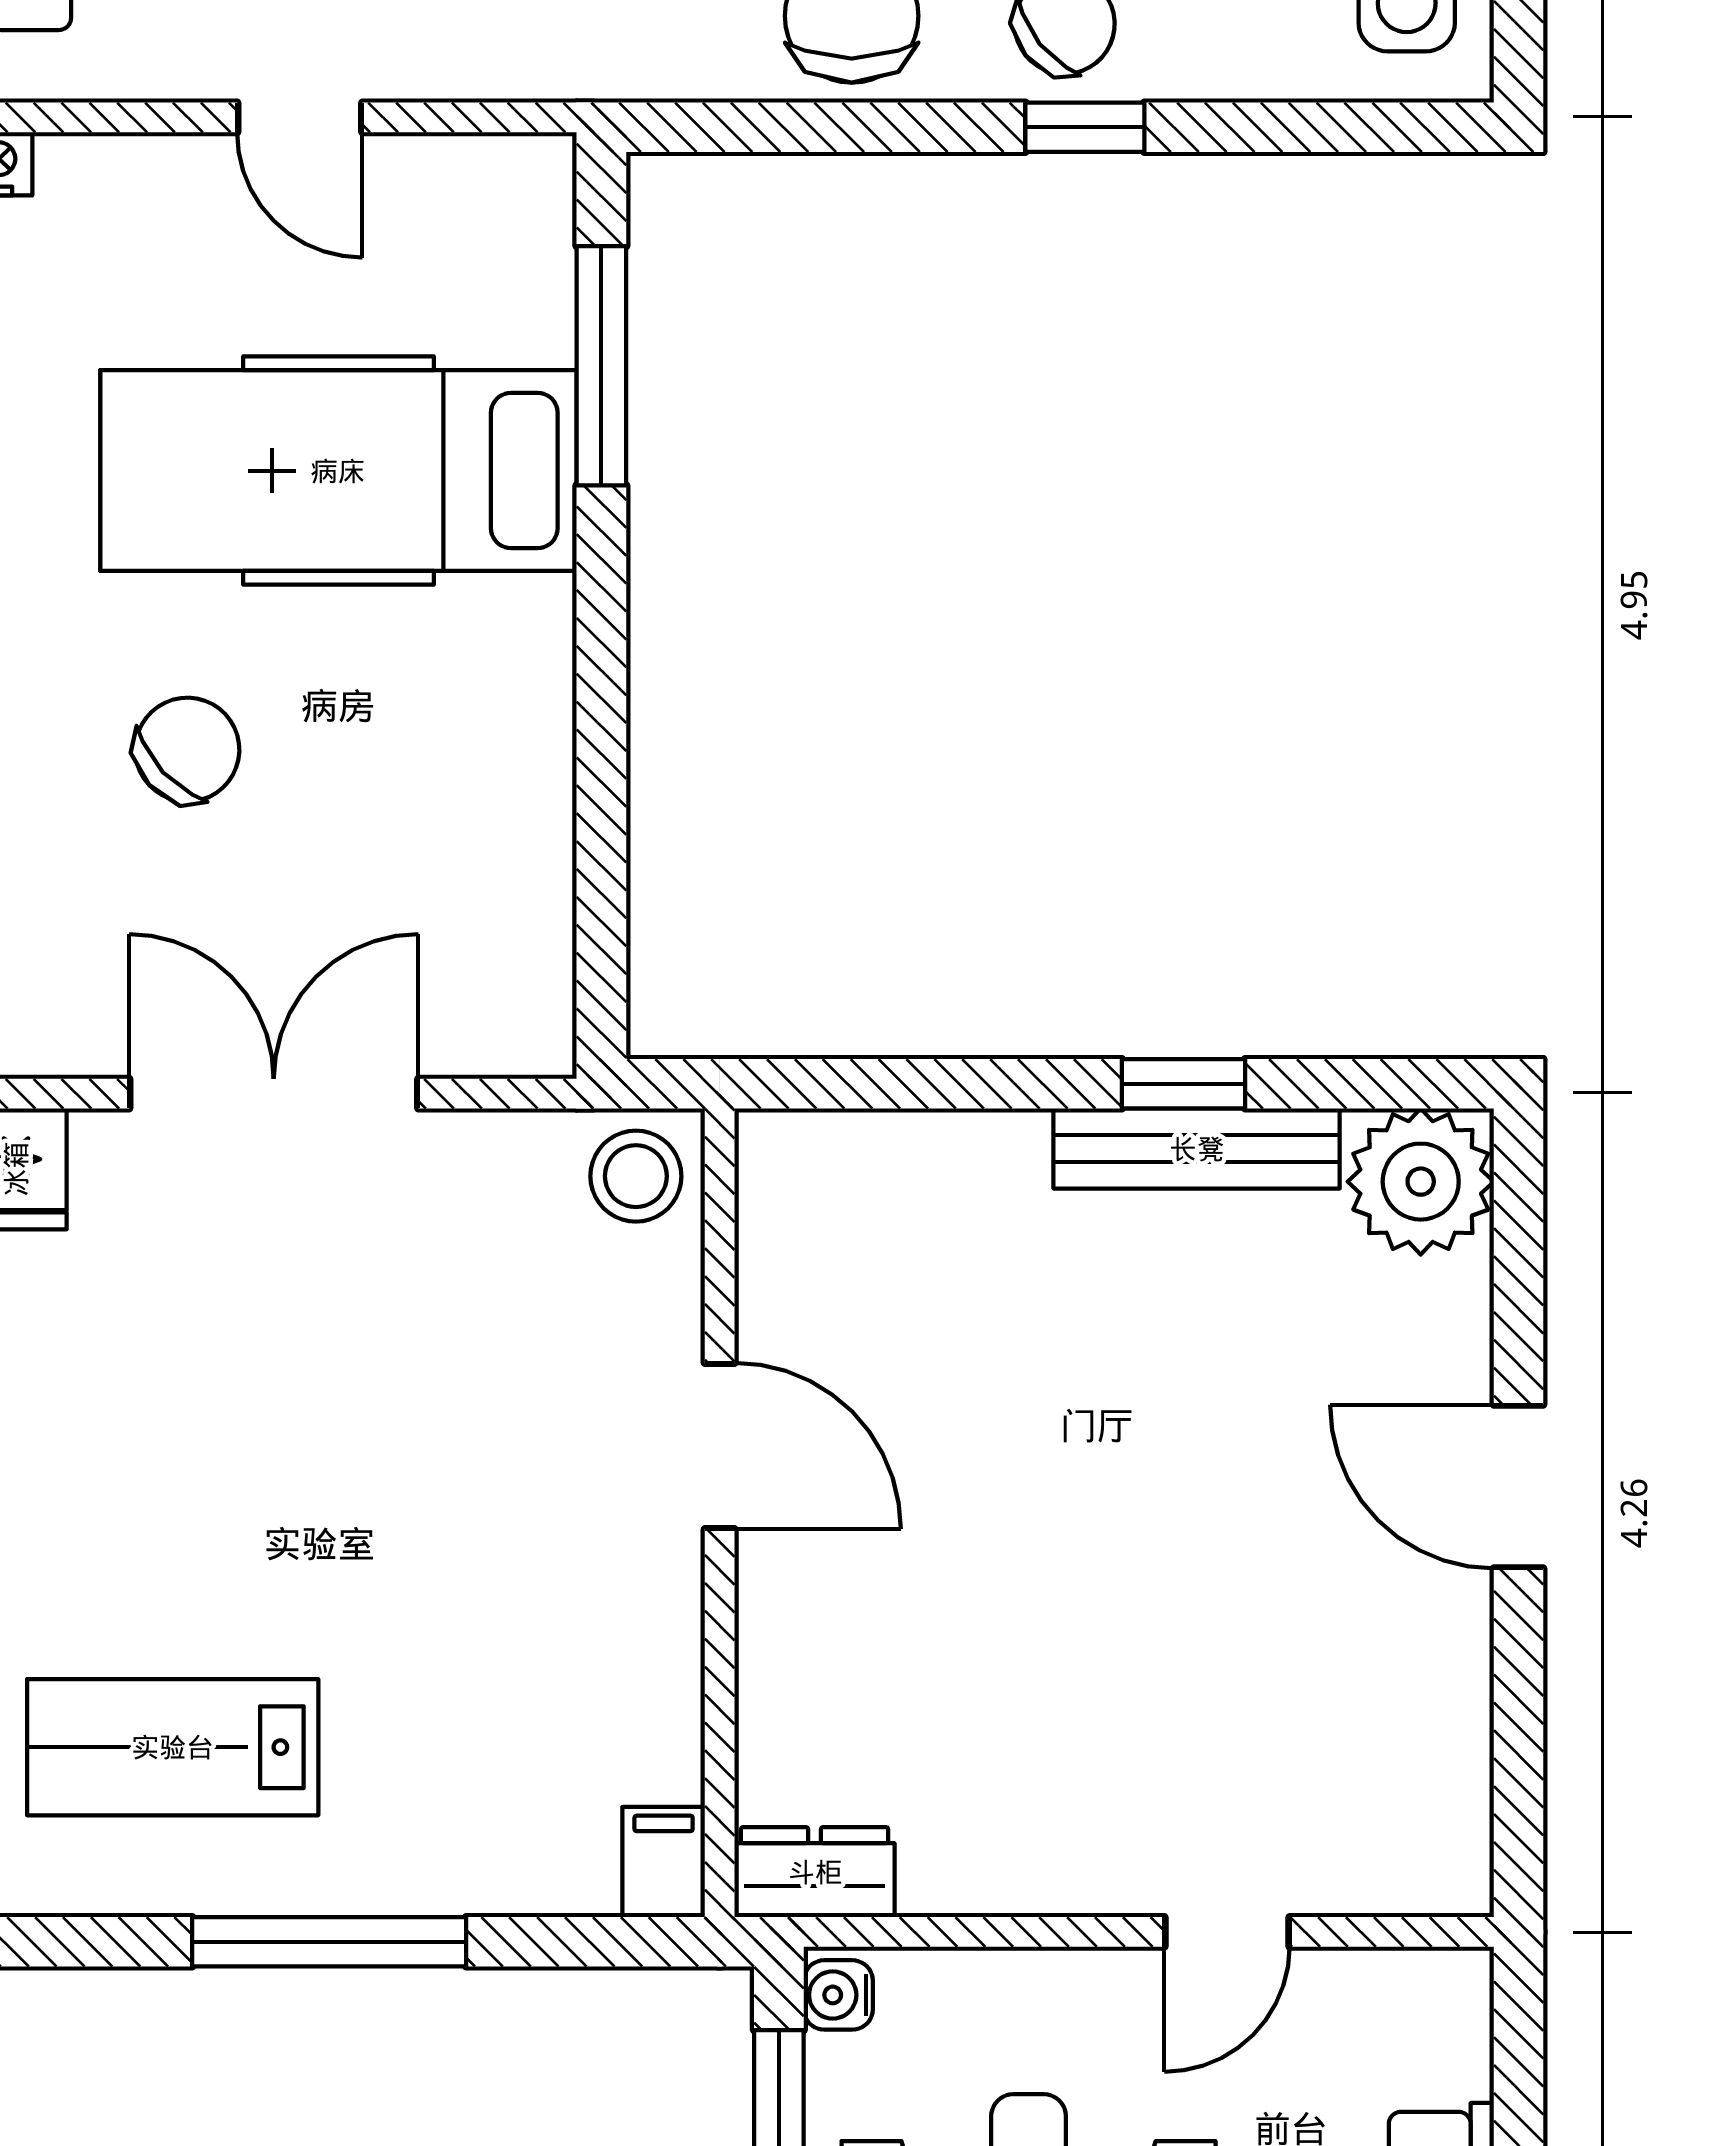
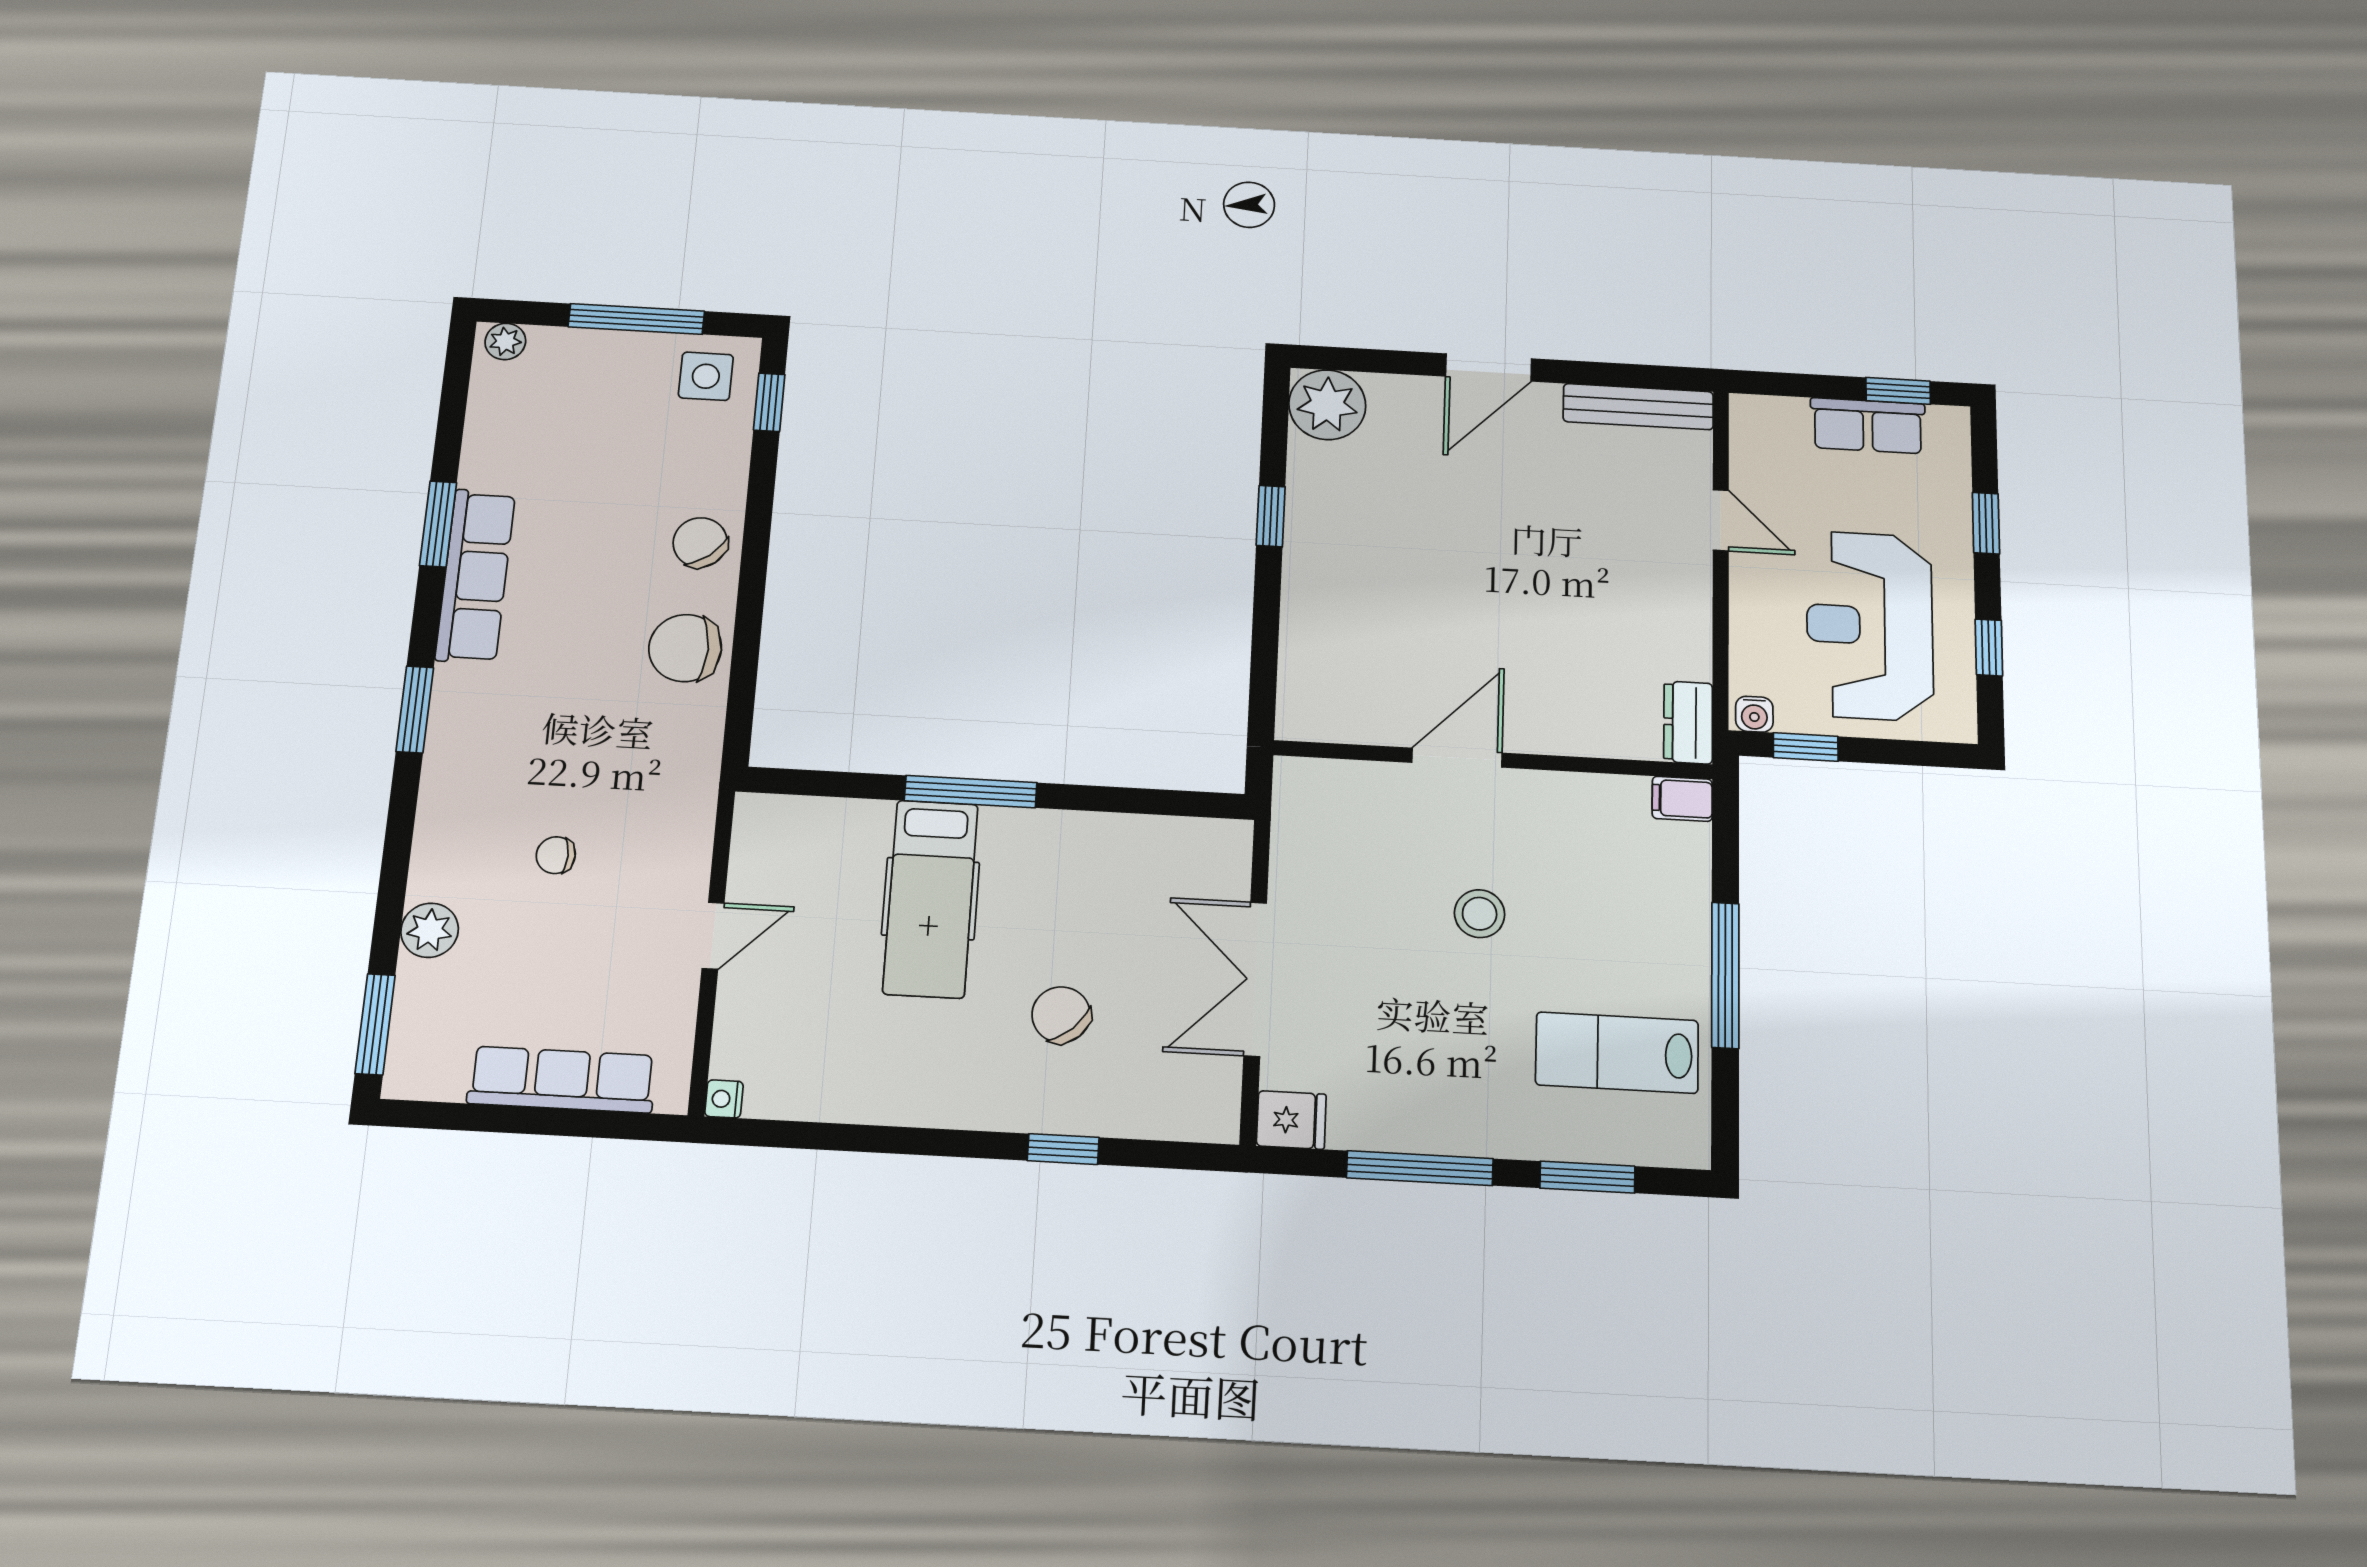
window: (1085, 127) -> (769, 402), moved
window: (601, 366) -> (971, 792), moved
hospital bed: (338, 471) -> (931, 899), width x0.73, depth x0.78
bench: (1197, 1149) -> (1638, 407), moved, turned 90
stool: (636, 1176) -> (1480, 914), moved
lab bench: (173, 1747) -> (1617, 1053), turned 90

